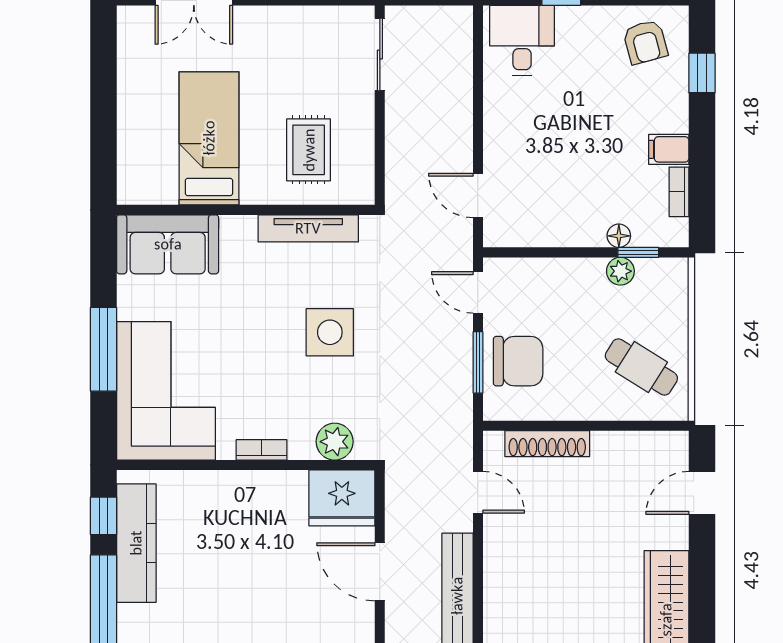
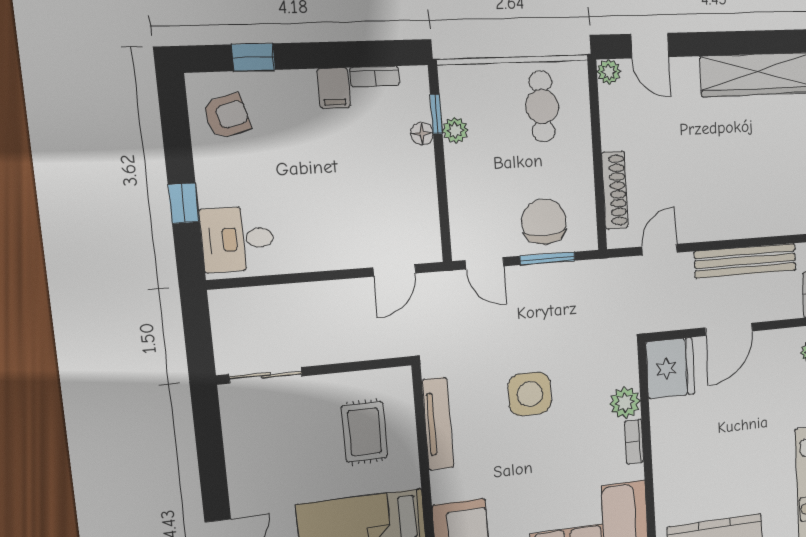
rug: (309, 150) -> (365, 432), turned 90
door: (478, 292) -> (485, 263), hinge flipped
cafe table: (641, 367) -> (542, 106), turned -32
plant: (335, 442) -> (625, 403), moved
plant: (675, 444) -> (609, 72), added

